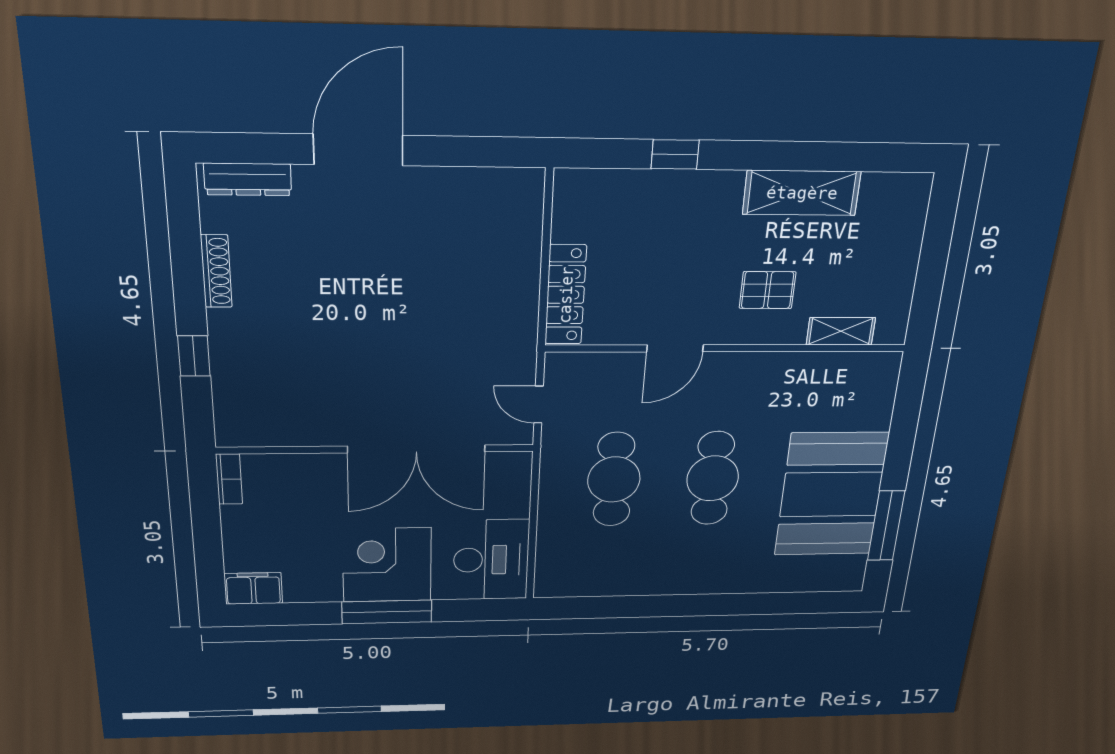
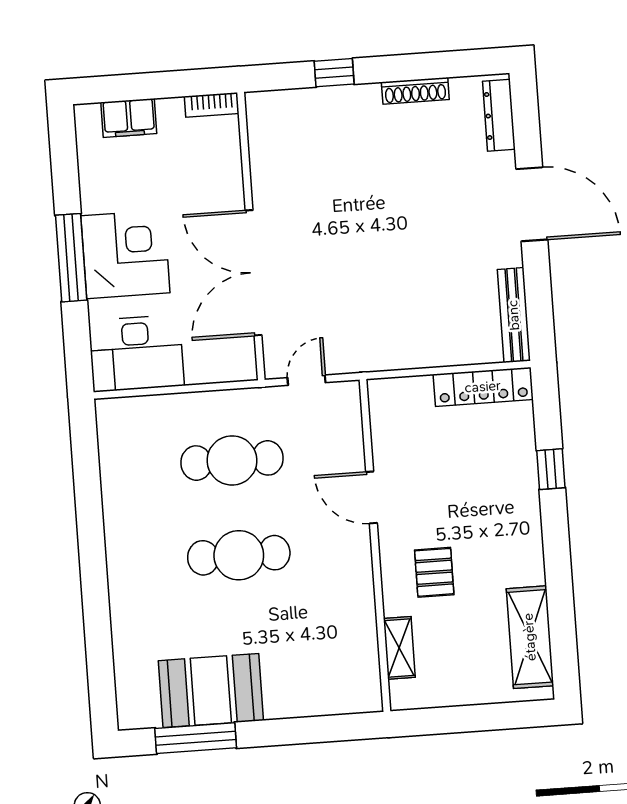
bench: (490, 182) -> (514, 315), added
shelving: (802, 193) -> (530, 637), moved
locker: (566, 295) -> (483, 387), moved
booth: (831, 494) -> (211, 691), width x0.73, depth x0.70
filing cabinet: (253, 588) -> (129, 118), moved, turned 90

